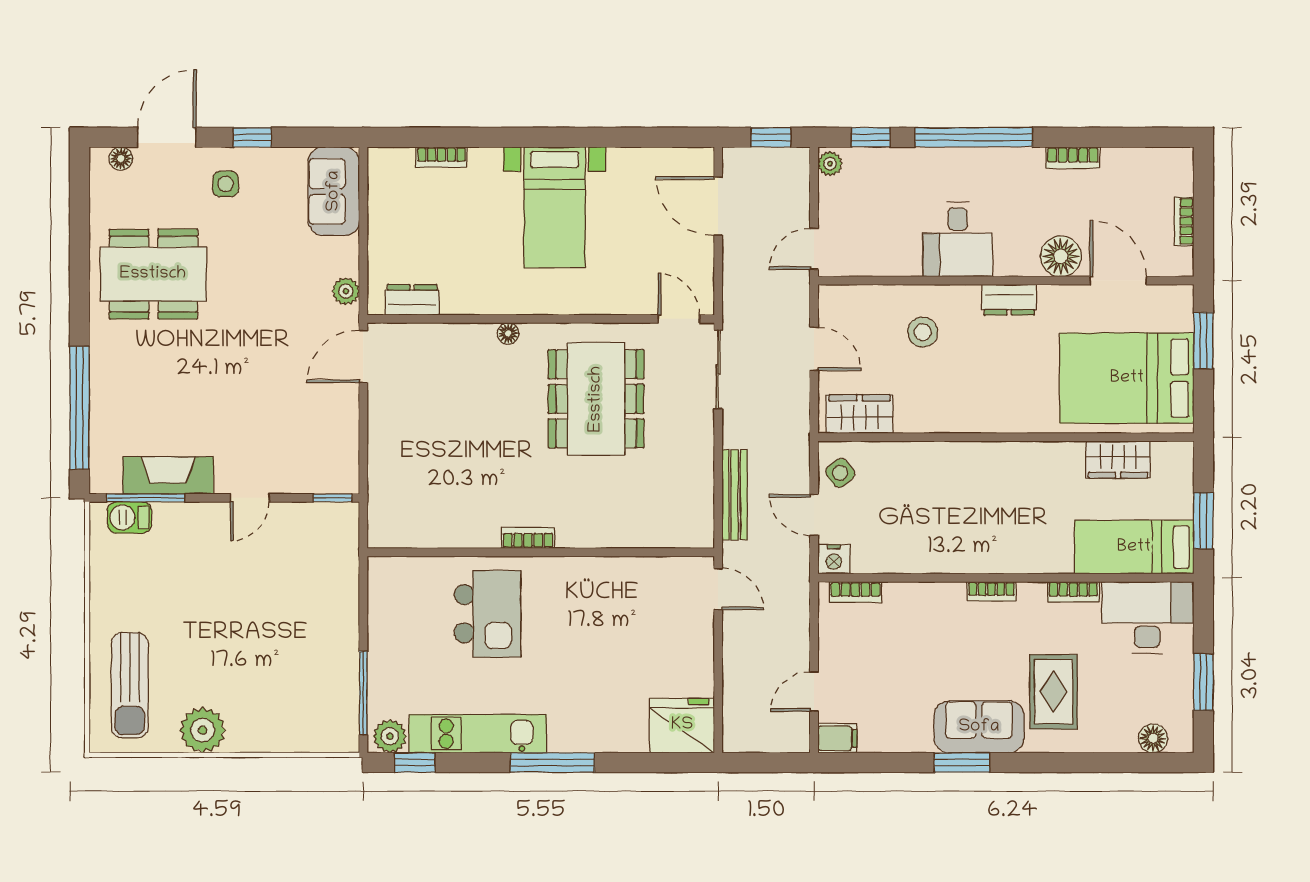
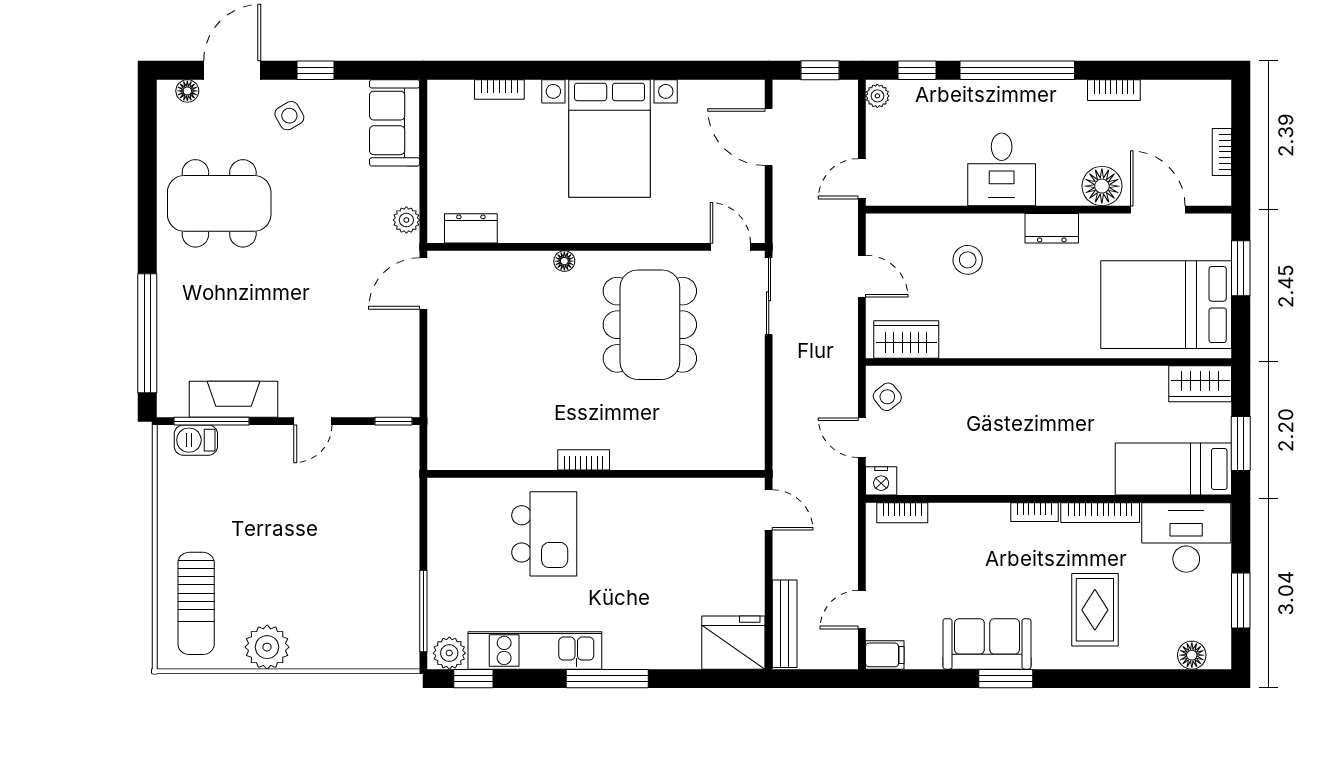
side table: (226, 184) -> (289, 116), turned -30
bed with nightstands: (555, 207) -> (610, 138), width x1.36
wardrobe: (1118, 460) -> (1200, 384), moved
bench: (735, 495) -> (785, 624), moved
bookcase: (1073, 592) -> (1100, 513), width x1.56
sofa: (979, 727) -> (987, 644), moved

